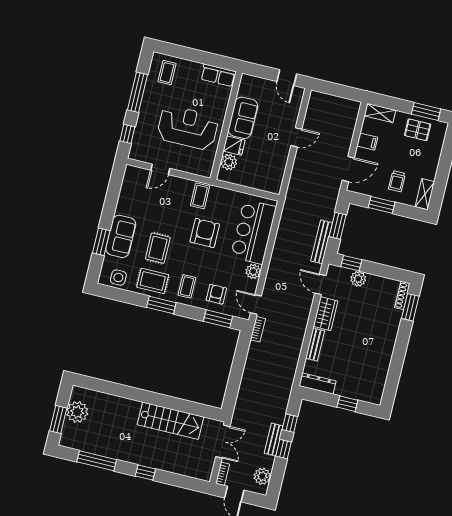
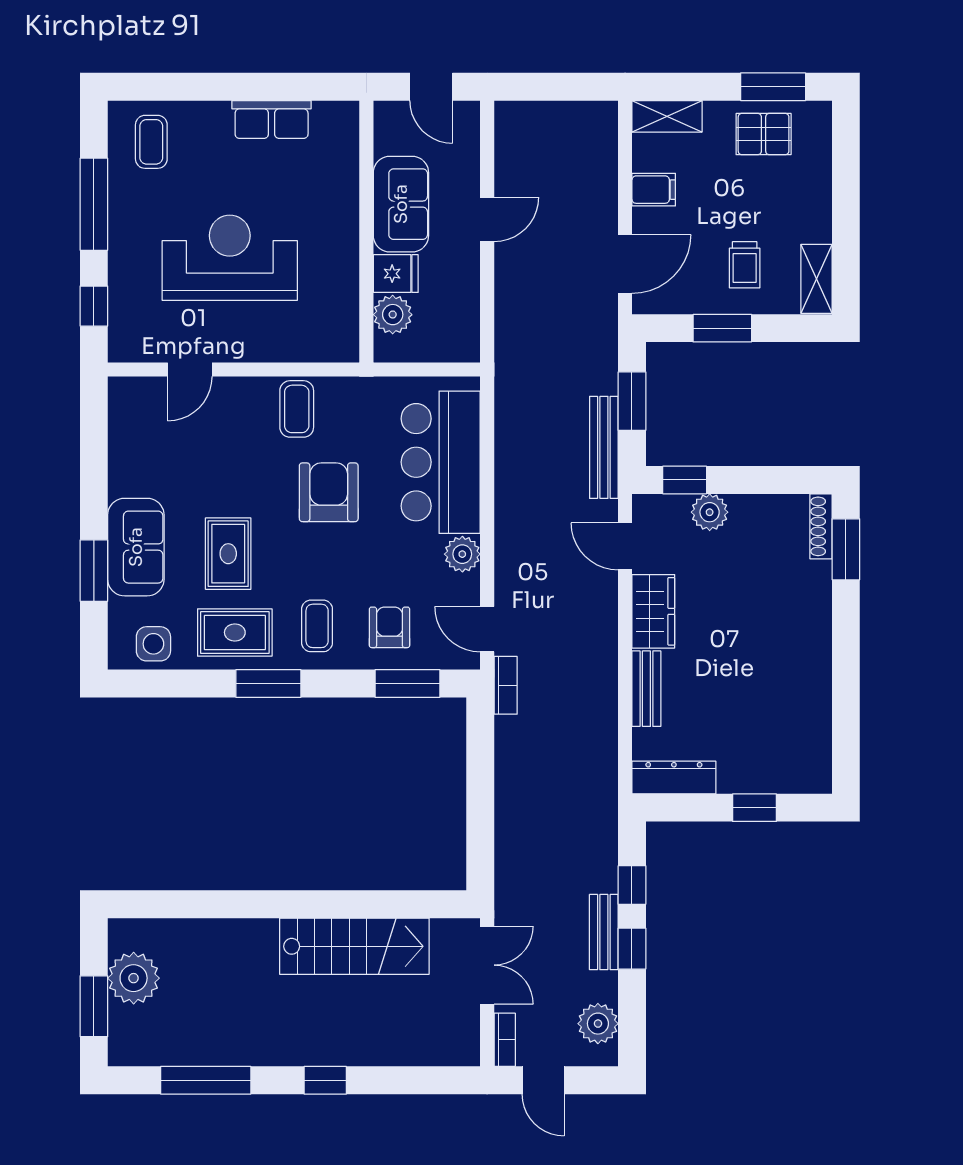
sofa: (243, 118) -> (401, 204), moved
wall: (226, 126) -> (366, 232), moved
fridge: (234, 146) -> (396, 274), moved
plant: (229, 162) -> (393, 315), moved

